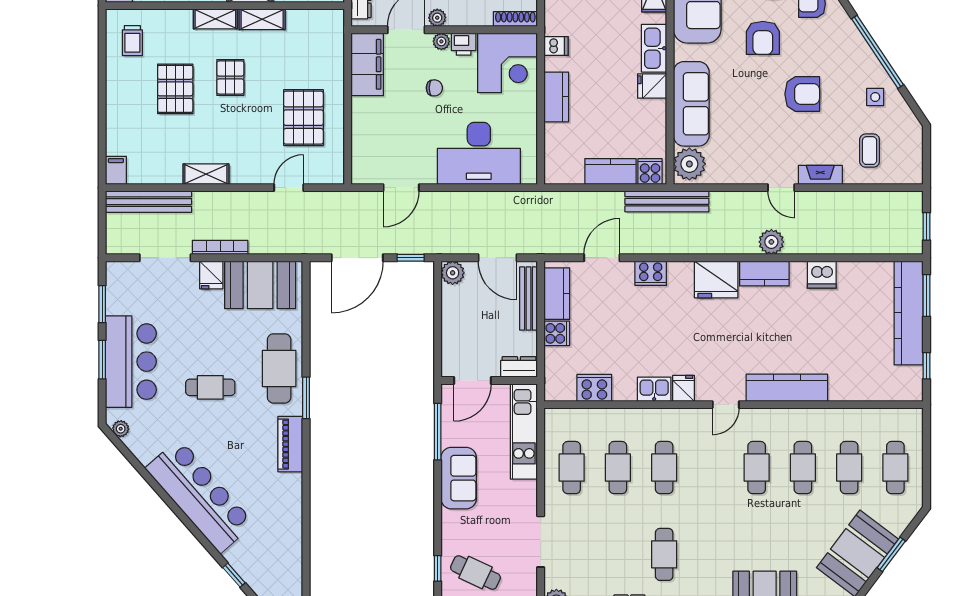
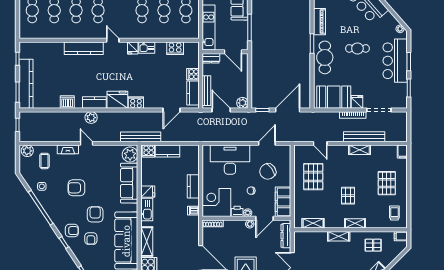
shelving: (262, 19) -> (313, 223), moved
pallet: (175, 89) -> (387, 183), moved
chair: (399, 128) -> (268, 171), added
plant: (906, 172) -> (27, 151), added
door: (289, 188) -> (320, 143), hinge flipped
bench: (148, 202) -> (364, 137), moved
cooker: (651, 273) -> (136, 103), moved
door: (473, 381) -> (233, 52), swing flipped
door: (726, 405) -> (113, 40), hinge flipped

